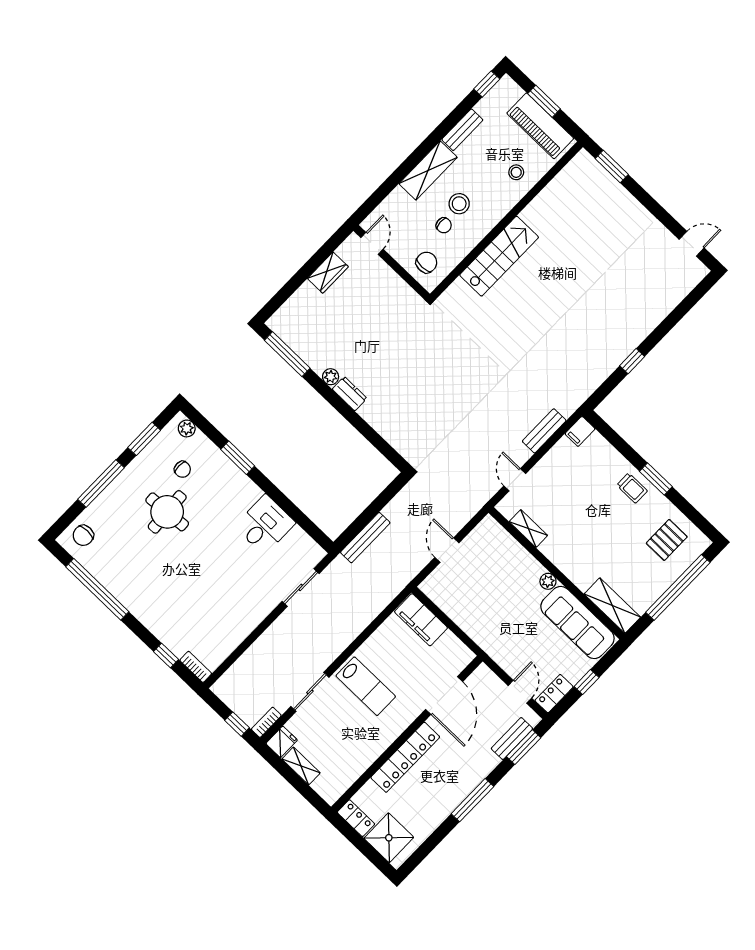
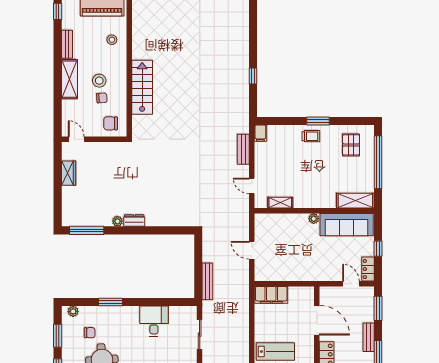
chair: (426, 262) -> (111, 123), turned -90
bench: (512, 739) -> (369, 337), moved

